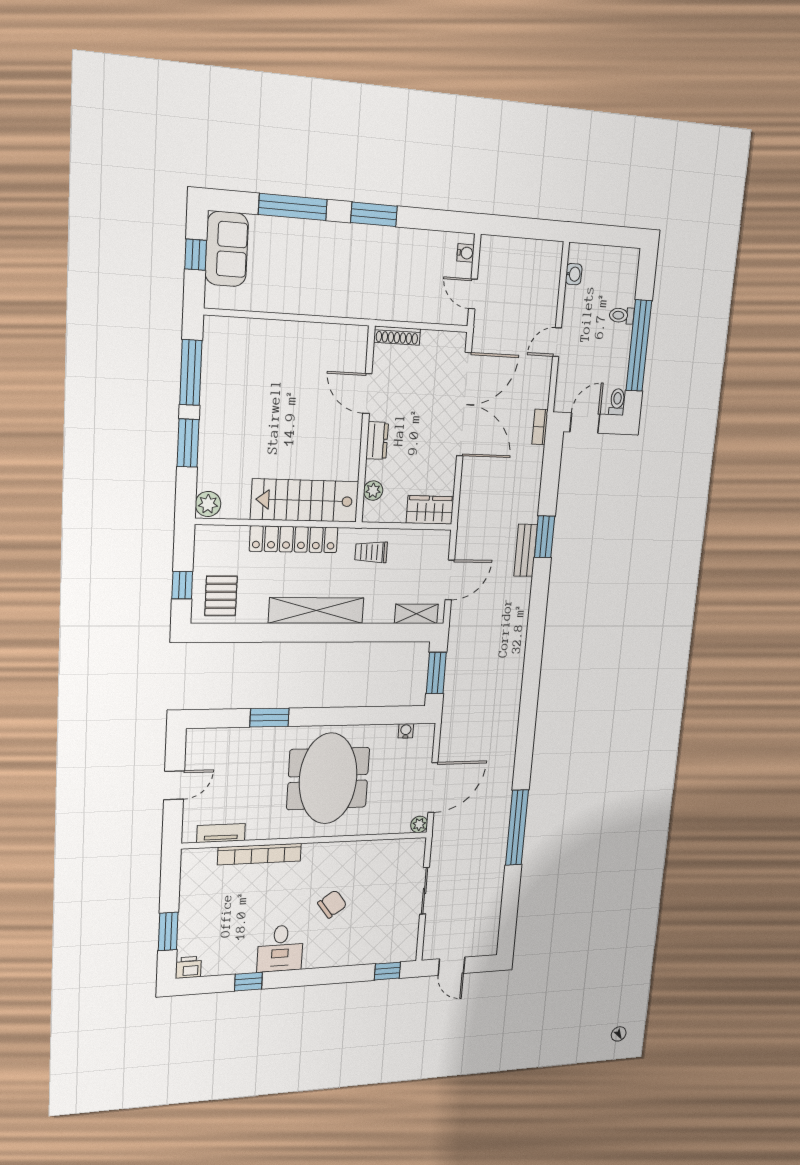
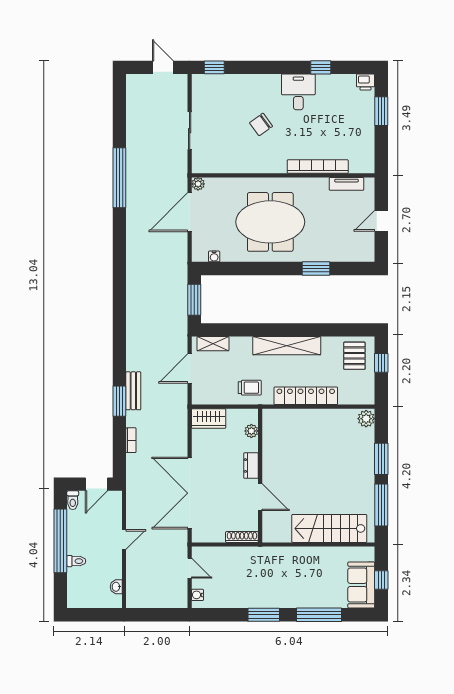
bookcase: (540, 427) -> (131, 440), moved
stairs: (305, 501) -> (329, 528), moved, turned 180
meeting table: (328, 778) -> (270, 222), turned 90

